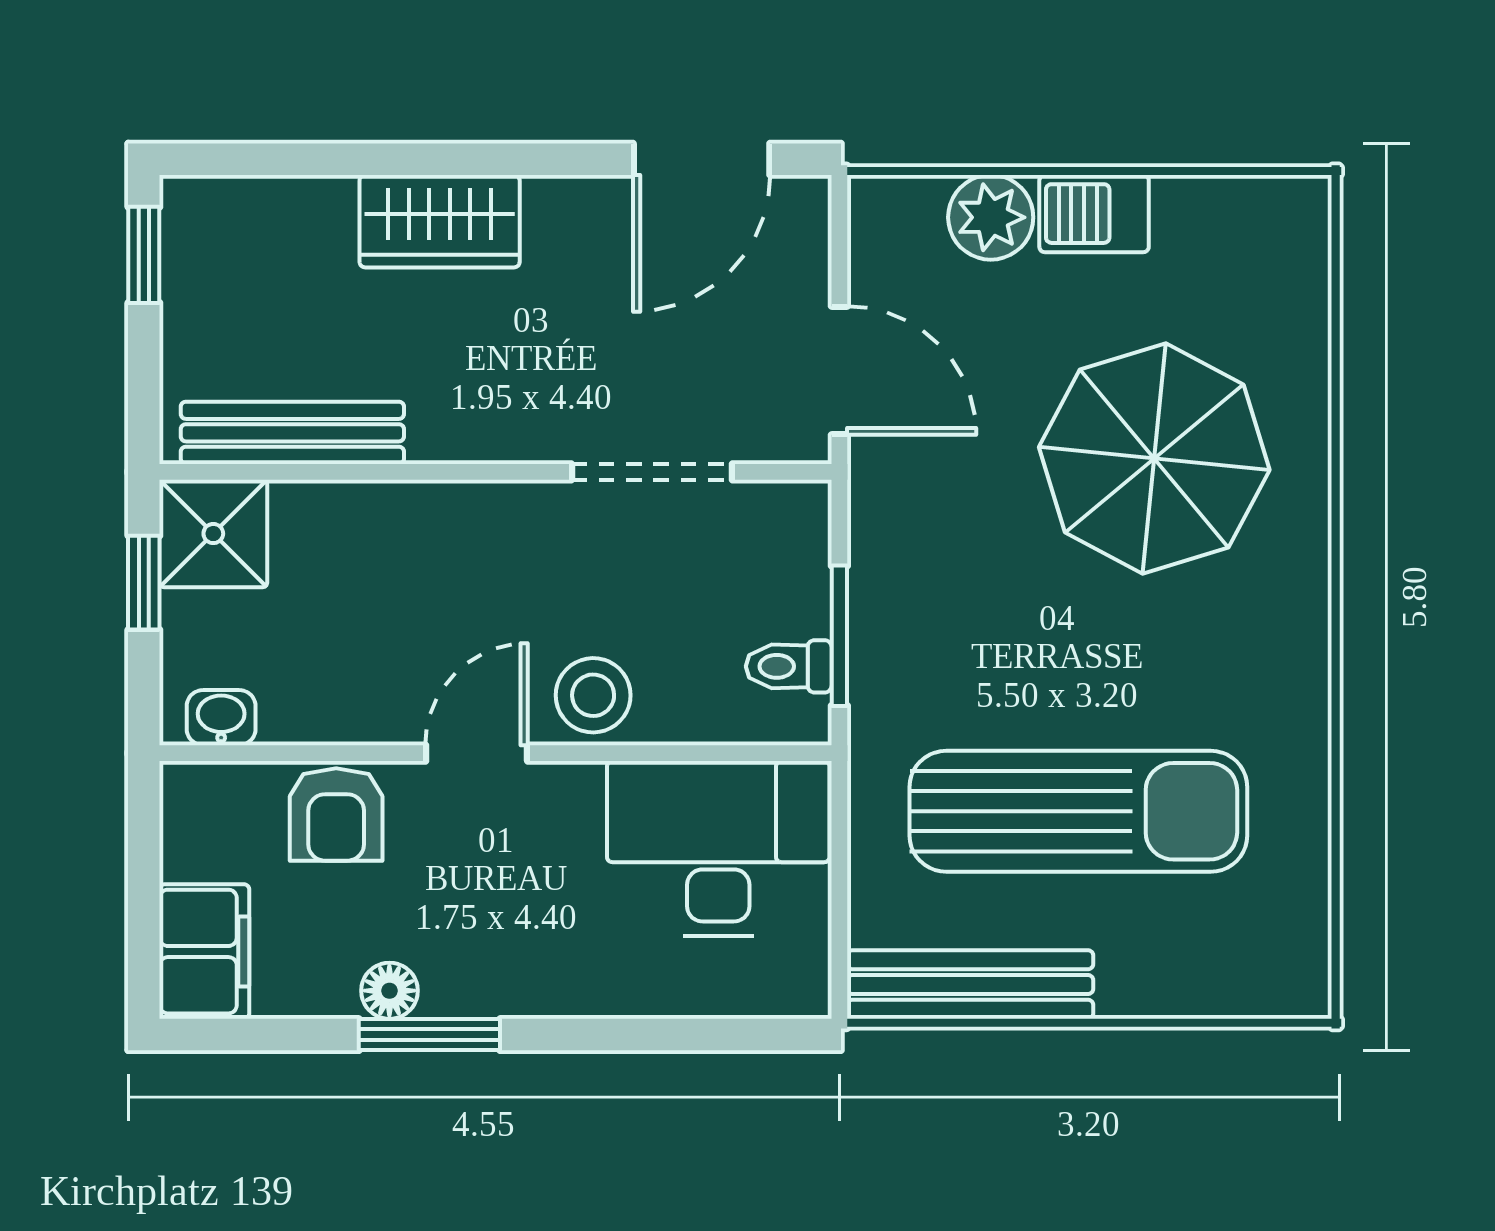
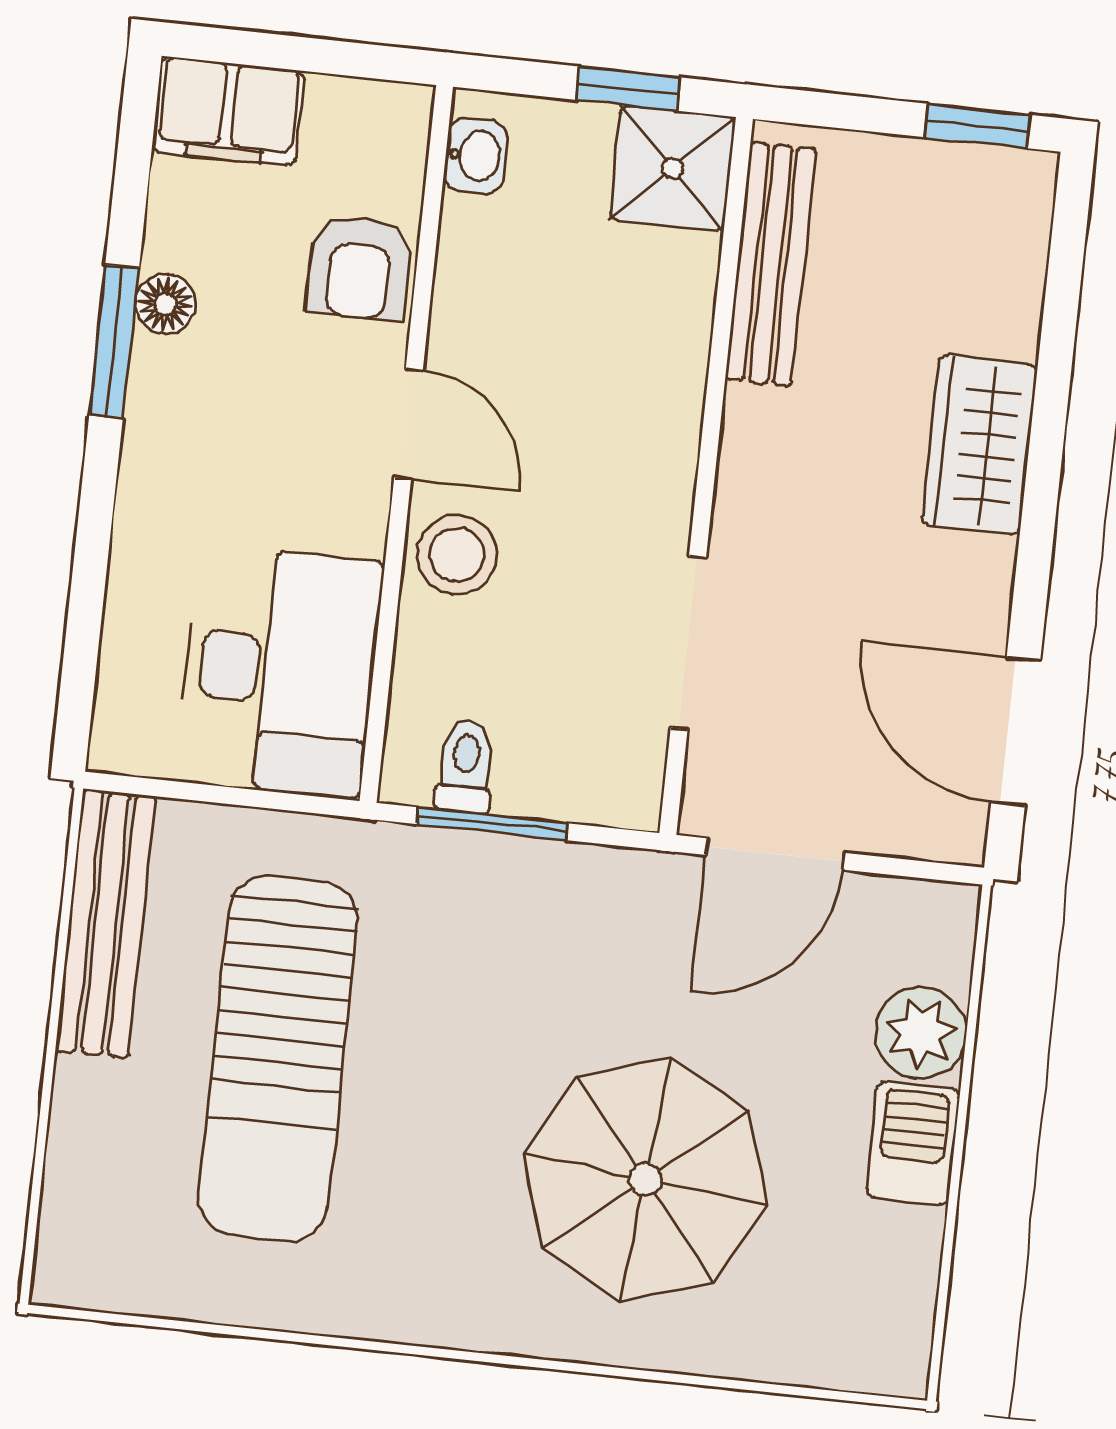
armchair: (336, 815) -> (359, 267), turned -90

